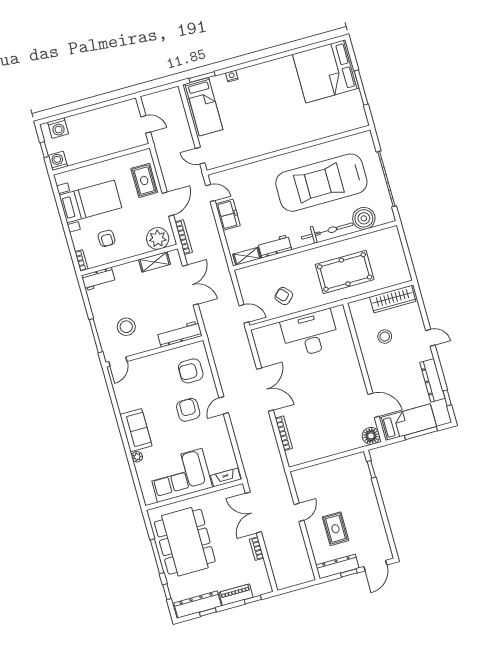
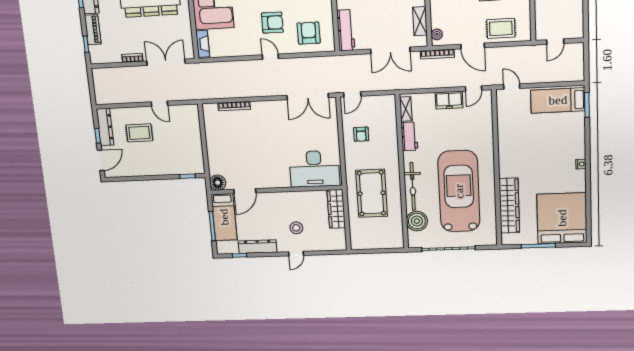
nightstand: (232, 76) -> (581, 164), moved
wardrobe: (325, 128) -> (509, 206), added
door: (200, 156) -> (512, 87), hinge flipped
plant: (158, 238) -> (437, 34), width x0.53, depth x0.53
armchair: (284, 296) -> (361, 134), turned 133
wardrobe: (393, 299) -> (336, 209), moved
desk: (310, 334) -> (314, 169), moved, turned 90
stool: (385, 337) -> (296, 228), moved
double door: (265, 390) -> (308, 96), moved
door: (375, 566) -> (101, 160), swing flipped

